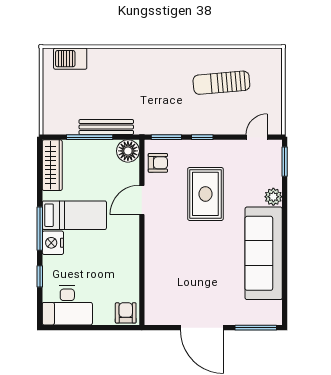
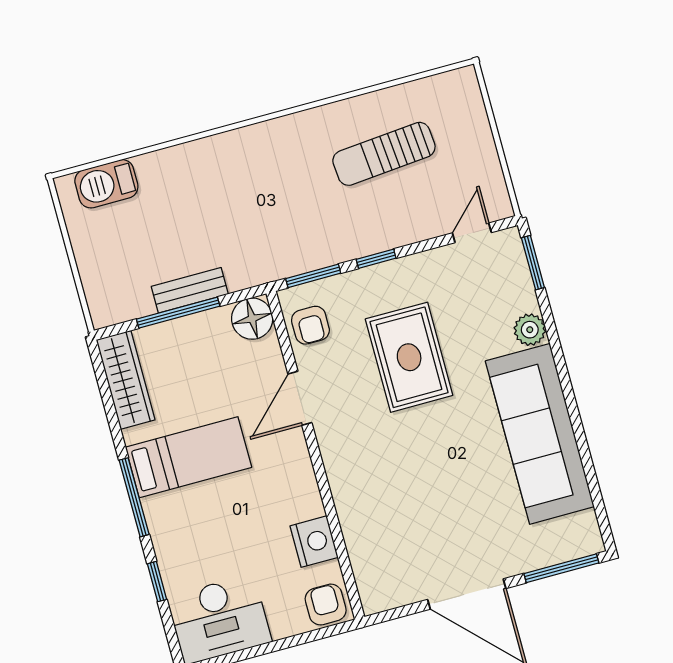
bench: (106, 127) -> (190, 290), width x0.73
armchair: (158, 163) -> (310, 325), turned 90
nightstand: (53, 243) -> (314, 542), moved, turned 180

